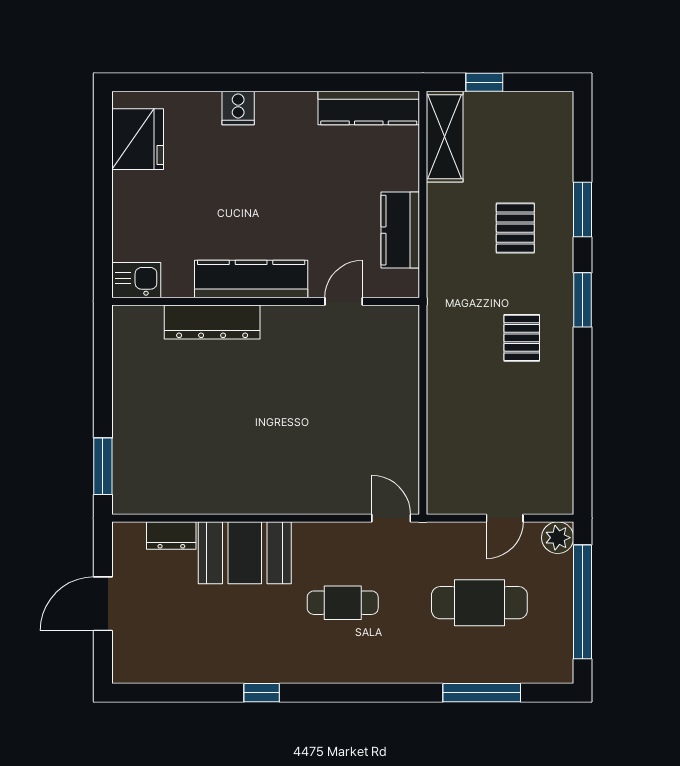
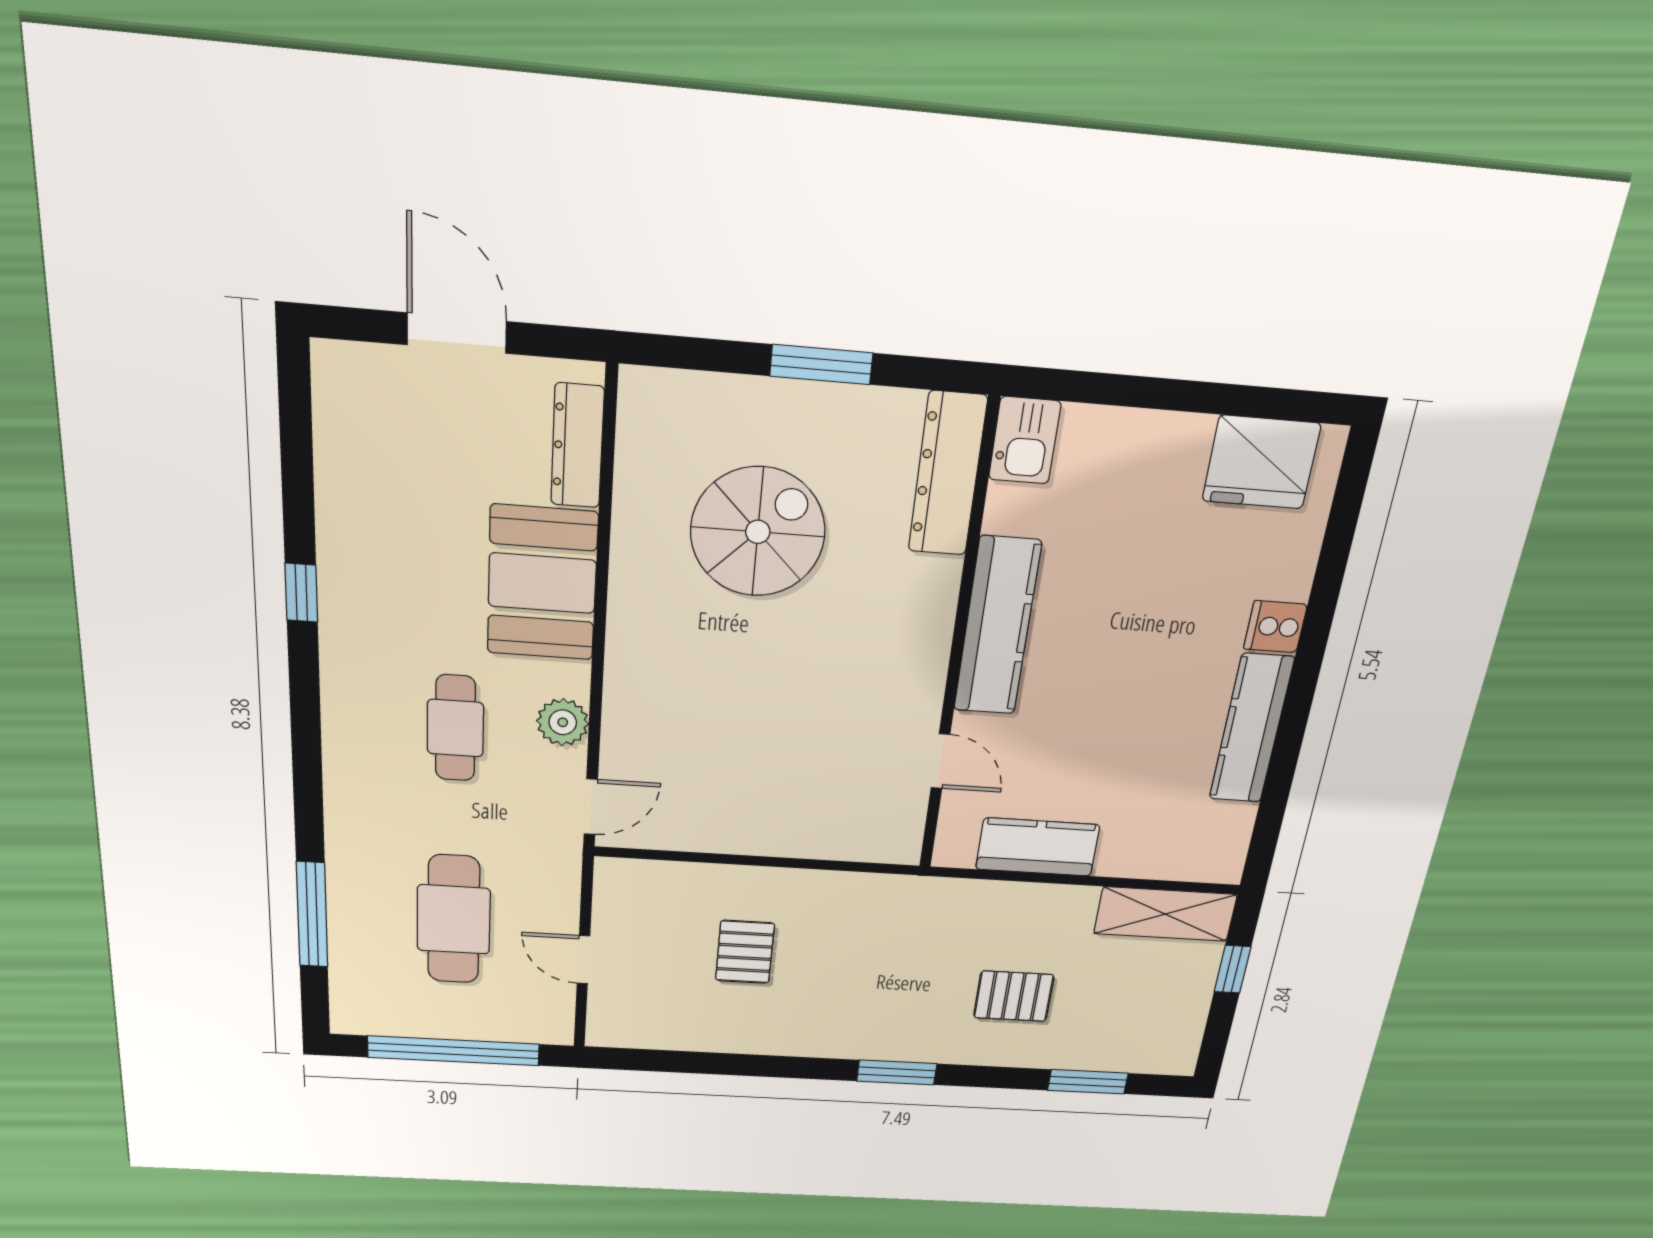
kitchen counter: (369, 108) -> (1251, 729), moved
window: (583, 210) -> (1088, 1082), moved
dresser: (212, 322) -> (947, 474), moved
pallet: (522, 338) -> (745, 952), moved, turned 90
spiral stairs: (203, 429) -> (758, 532), added
window: (103, 466) -> (821, 365), moved
dresser: (171, 535) -> (577, 446), width x1.44
plant: (558, 538) -> (563, 722), moved

